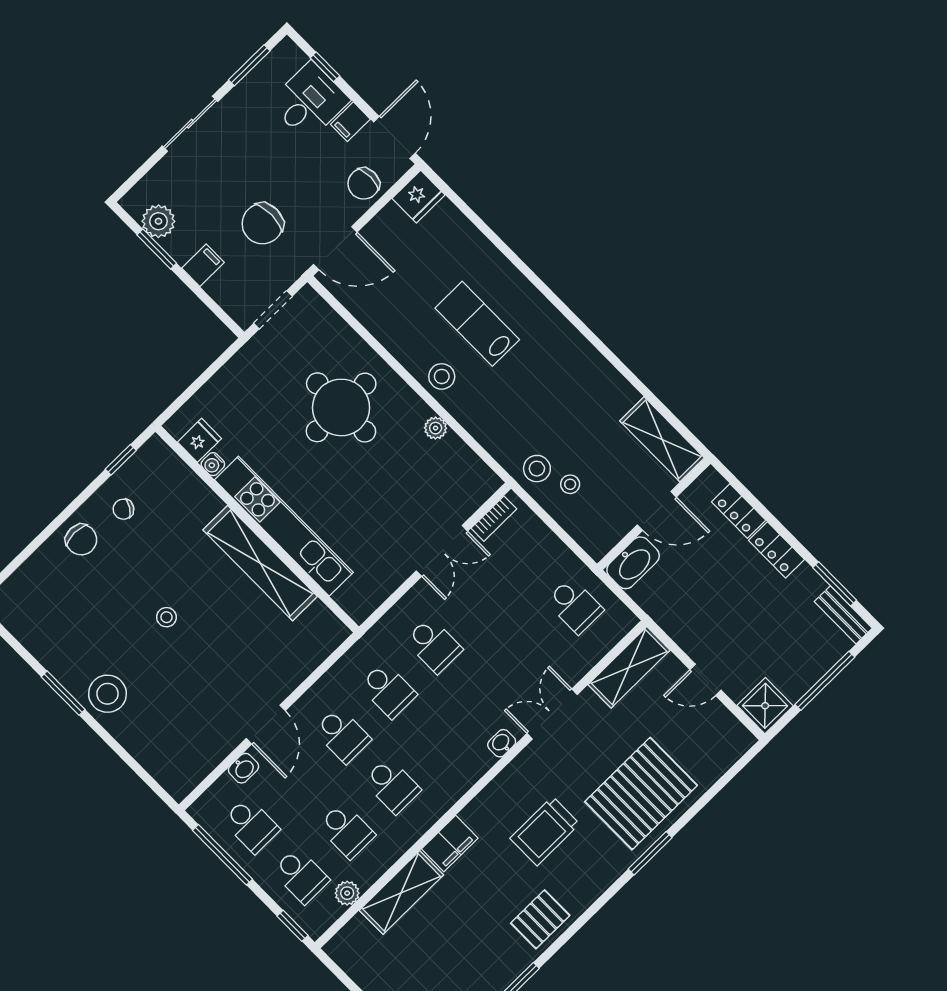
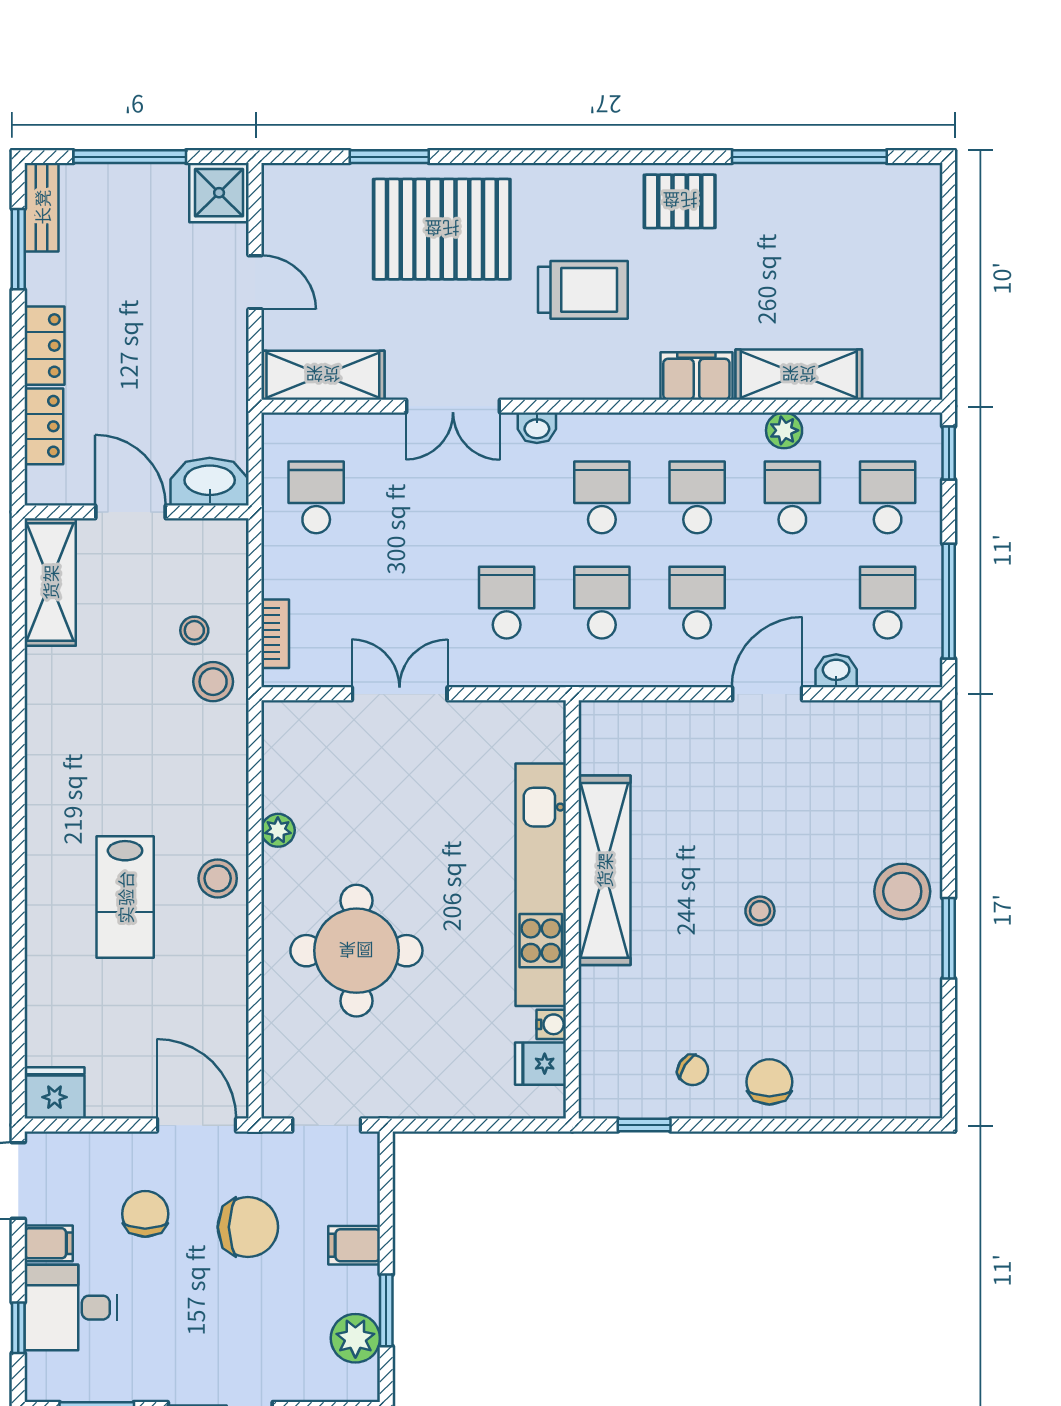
chair: (364, 184) -> (145, 1214), moved, turned -90
bookcase: (494, 519) -> (275, 634), moved, turned 90
school desk: (438, 741) -> (602, 497), added
window: (650, 853) -> (389, 157), moved
plant: (347, 893) -> (784, 430), moved

